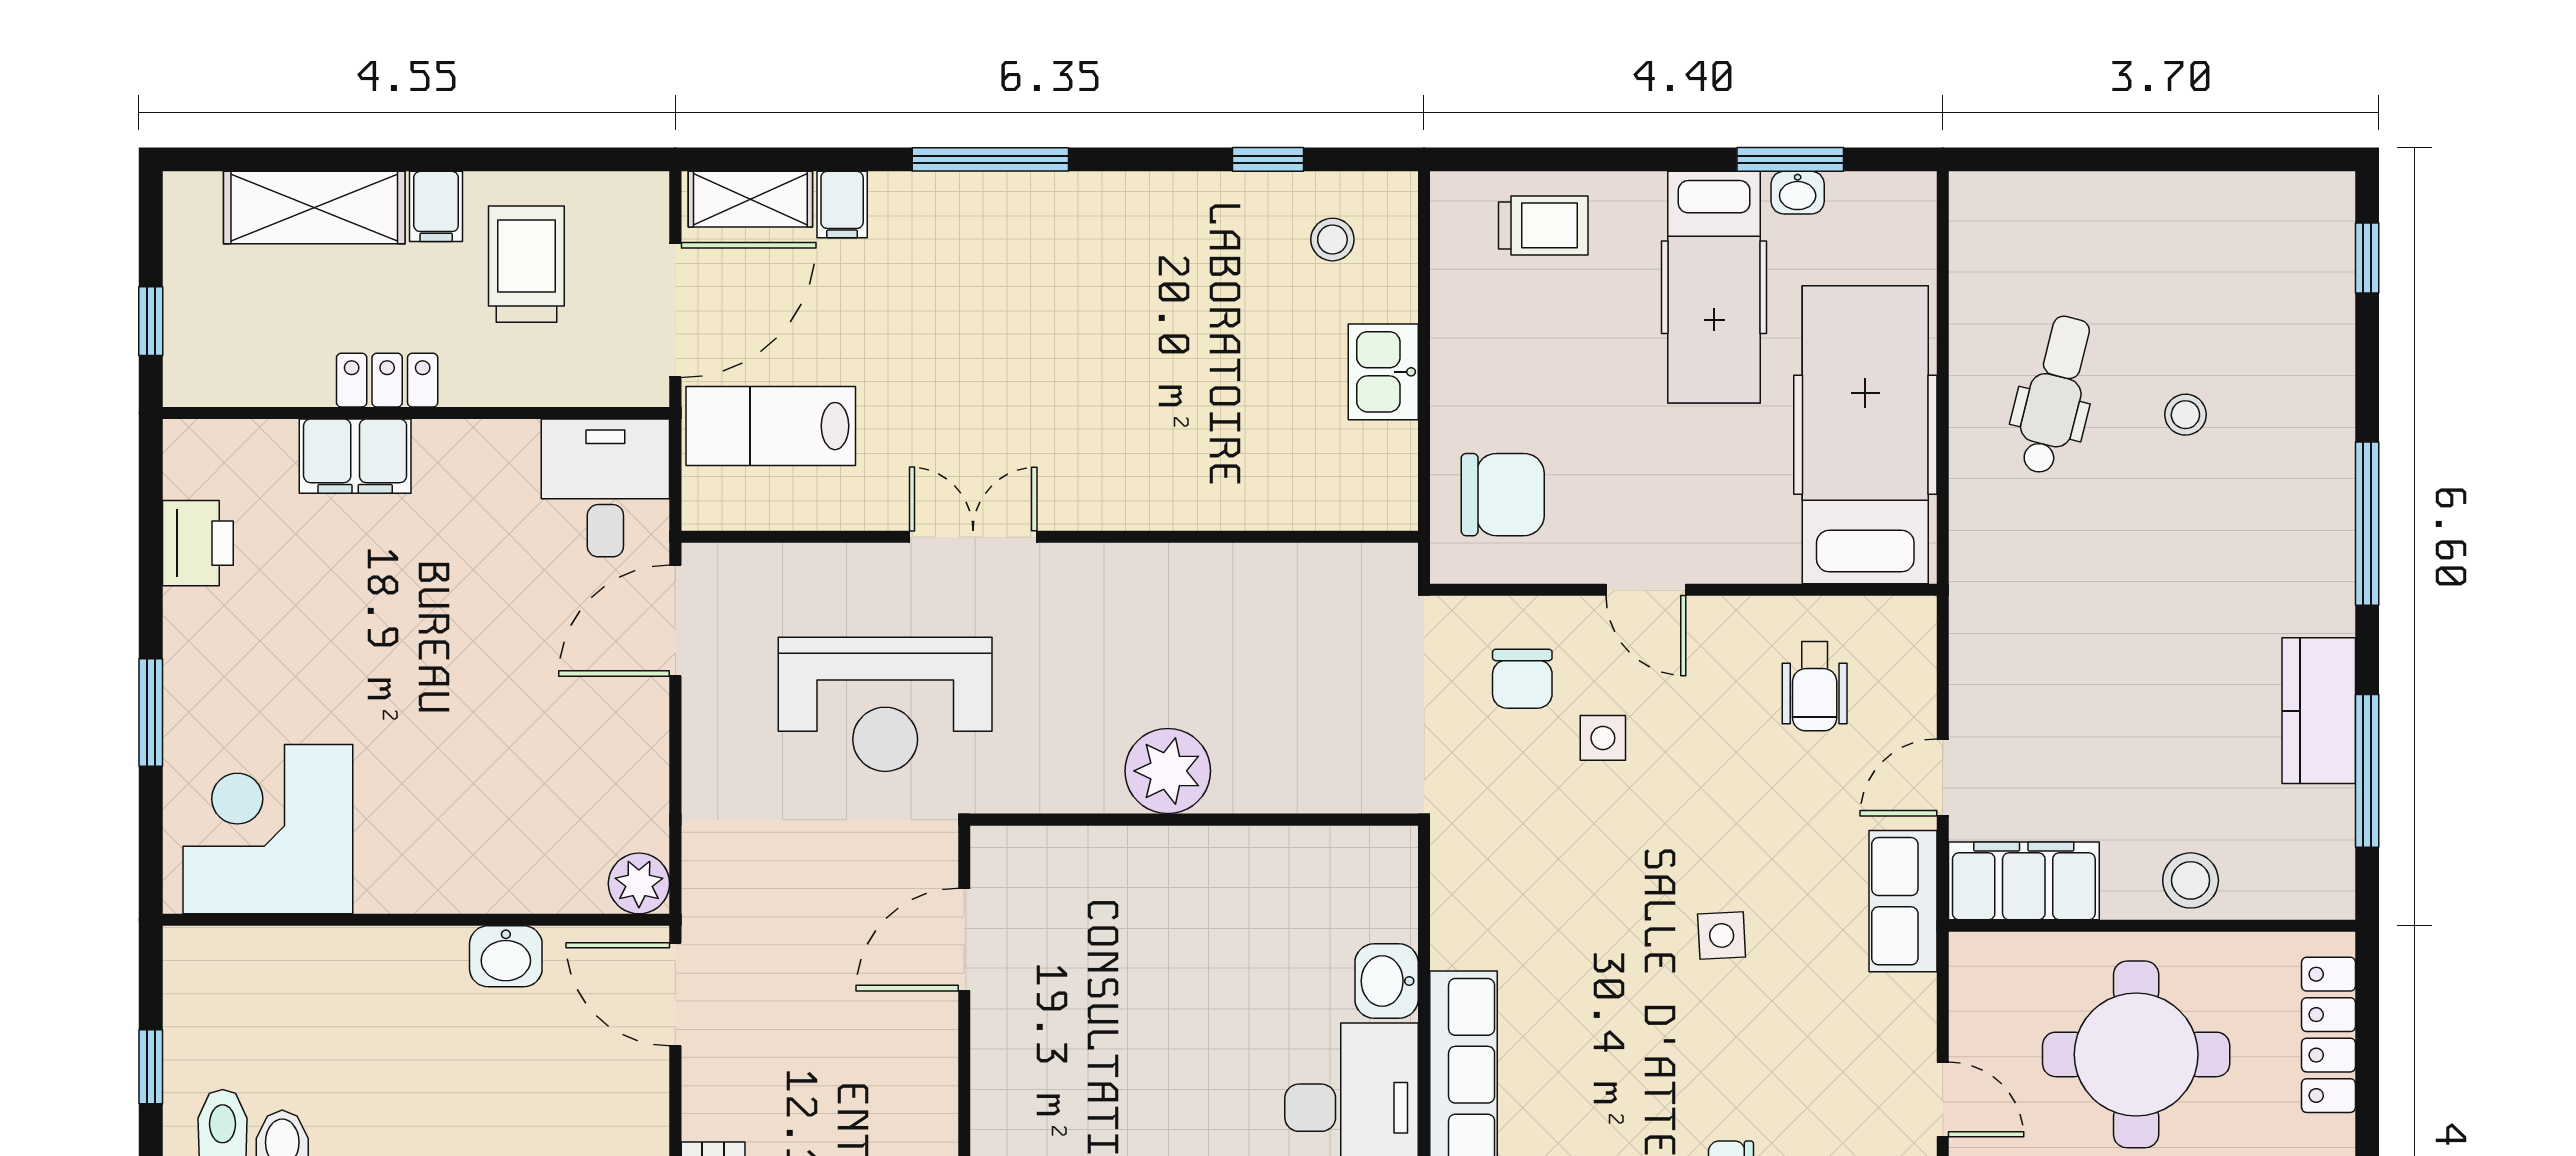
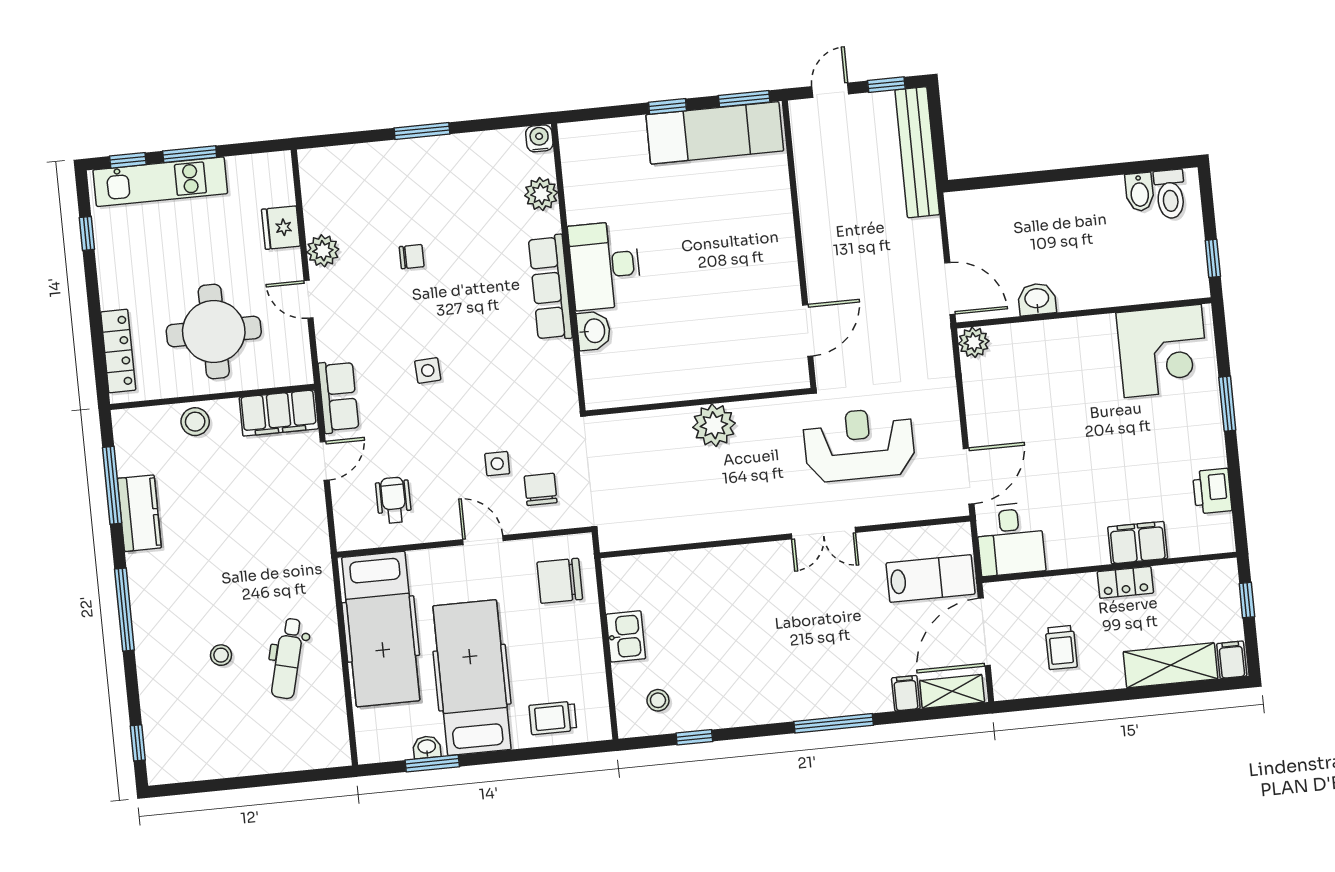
filing cabinet: (436, 206) -> (1232, 660), moved
trolley: (526, 264) -> (1061, 648), width x0.73, depth x0.72
hospital bed: (1714, 287) -> (472, 678), width x1.37, depth x1.29
window: (151, 1067) -> (1213, 258), moved

